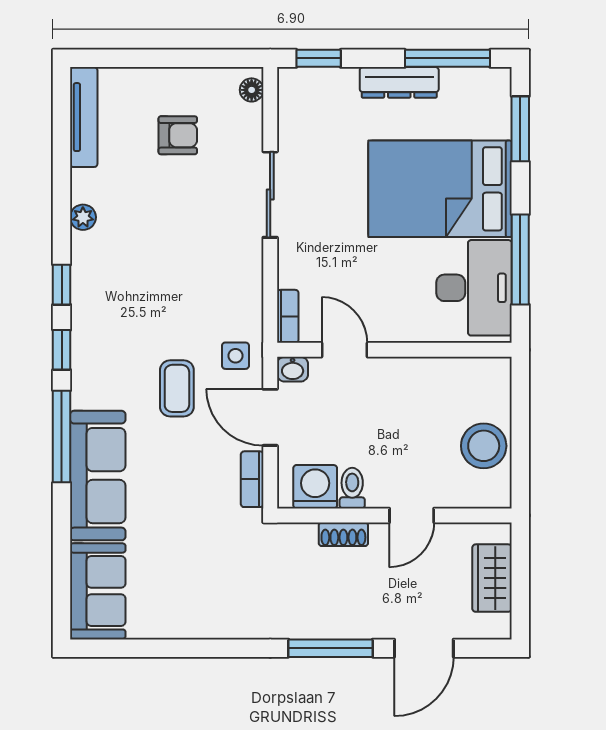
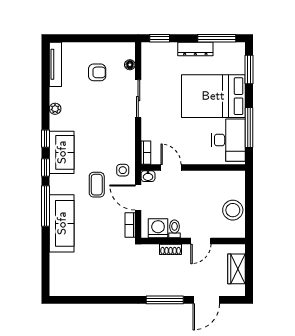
floor lamp: (252, 90) -> (130, 65), moved
sofa: (98, 591) -> (62, 152), moved

